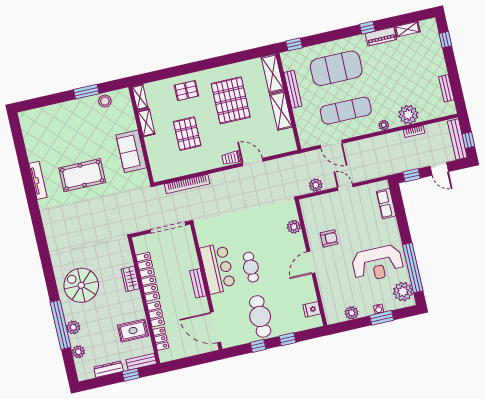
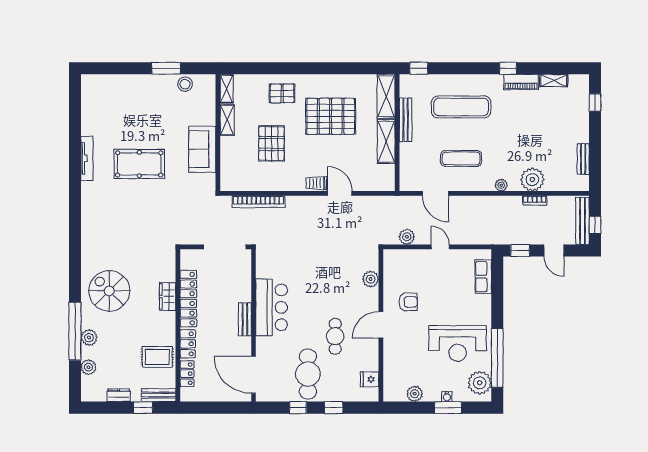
exercise mat: (336, 68) -> (461, 107), width x0.68
pallet: (231, 100) -> (331, 116), turned 90
exercise mat: (346, 111) -> (461, 158), width x0.73, depth x0.69
cafe table: (251, 267) -> (335, 336), moved
dresser: (108, 369) -> (119, 395), width x0.70

